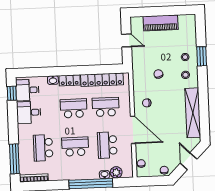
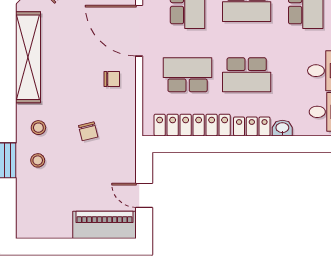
piano: (161, 23) -> (105, 225), moved
school desk: (106, 107) -> (188, 75), turned 180

